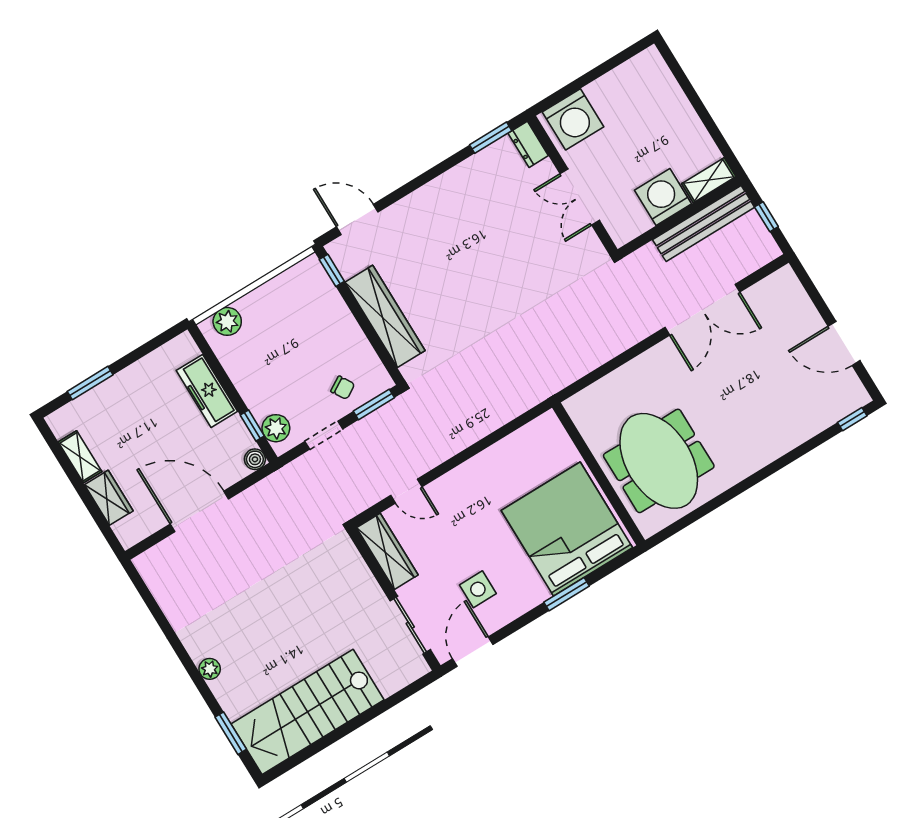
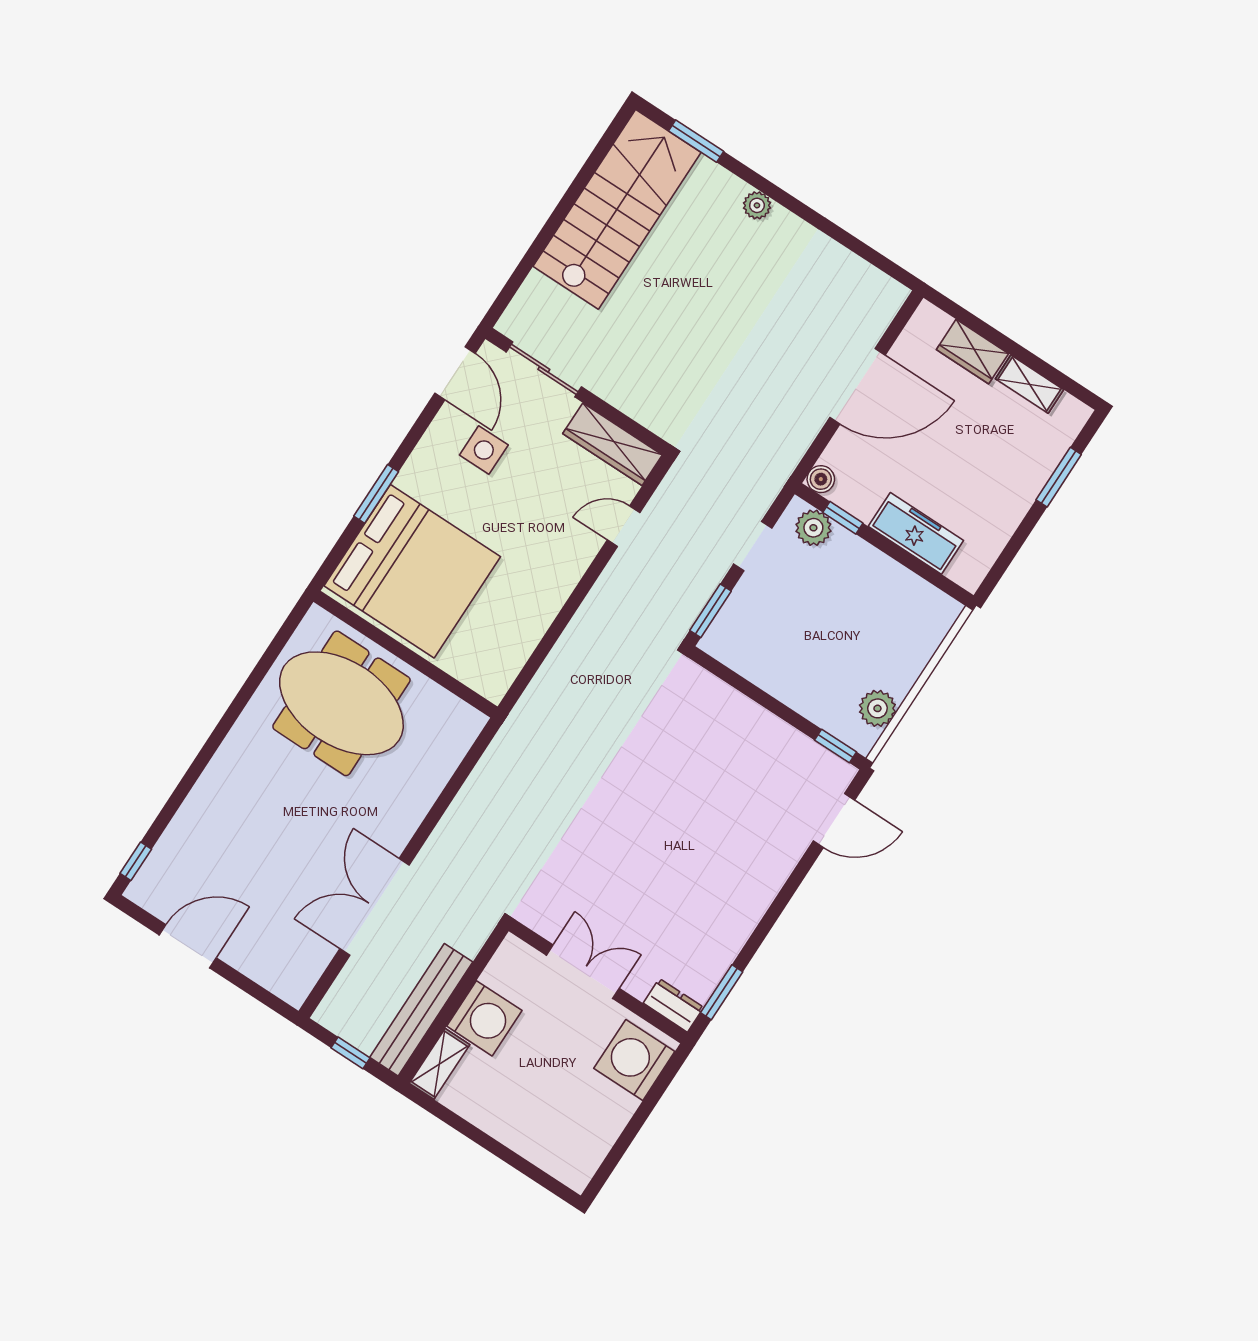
wardrobe: (385, 316) -> (747, 721), removed
plant: (227, 321) -> (877, 708), moved
chair: (343, 388) -> (757, 613), removed

